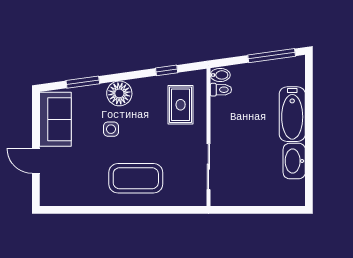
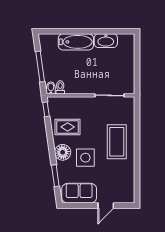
window: (272, 56) -> (40, 67), moved
window: (167, 70) -> (46, 109), moved
rug: (181, 105) -> (68, 127), moved
side table: (111, 129) -> (85, 158), width x1.87, depth x1.87

